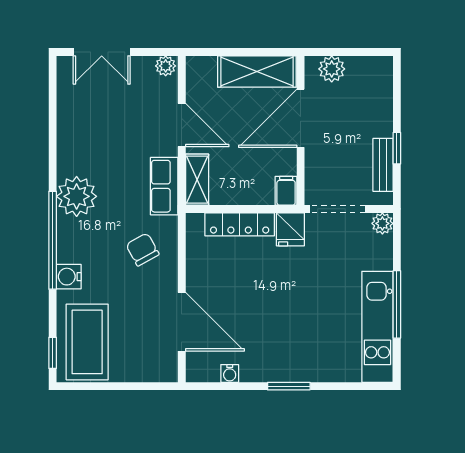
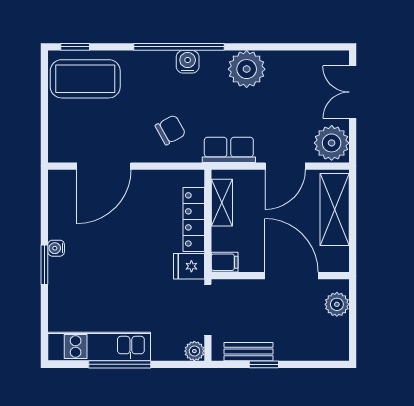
plant: (166, 66) -> (332, 143), width x1.88, depth x1.88
shelving: (257, 71) -> (335, 210), moved
shelving: (197, 180) -> (222, 203), moved, turned 90
plant: (77, 196) -> (247, 69), moved
water cooler: (69, 277) -> (188, 62), moved
water cooler: (230, 373) -> (56, 248), moved

